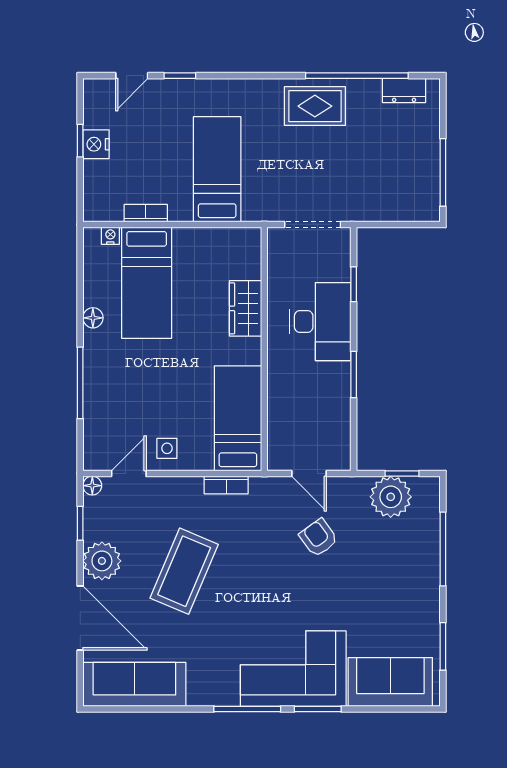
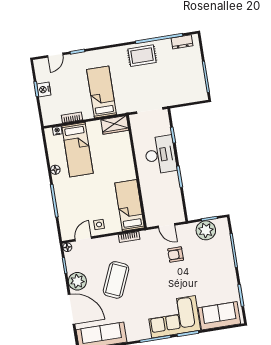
wardrobe: (245, 308) -> (115, 125), moved, turned -90
armchair: (319, 538) -> (176, 255), turned -54

